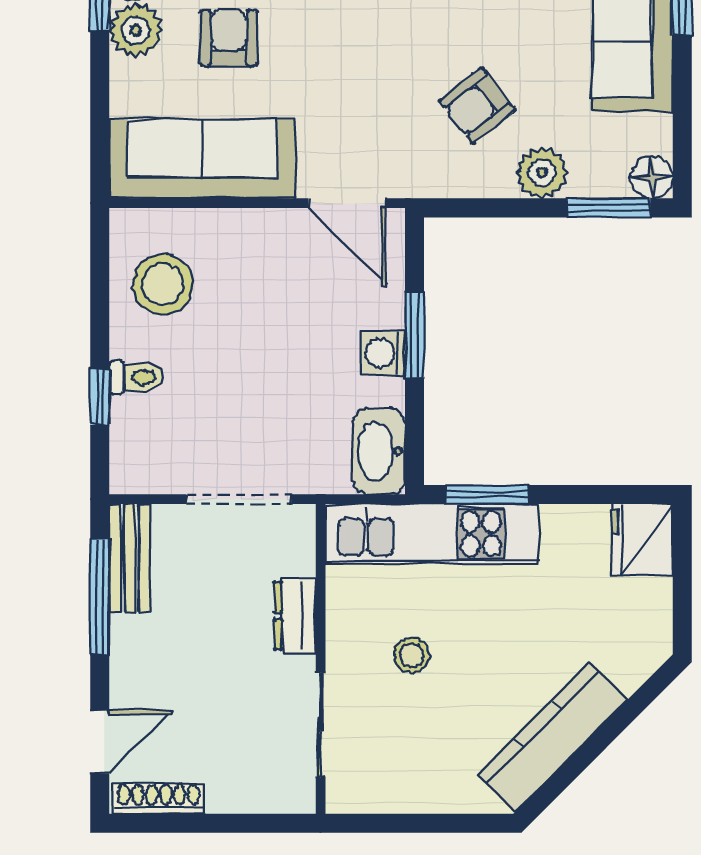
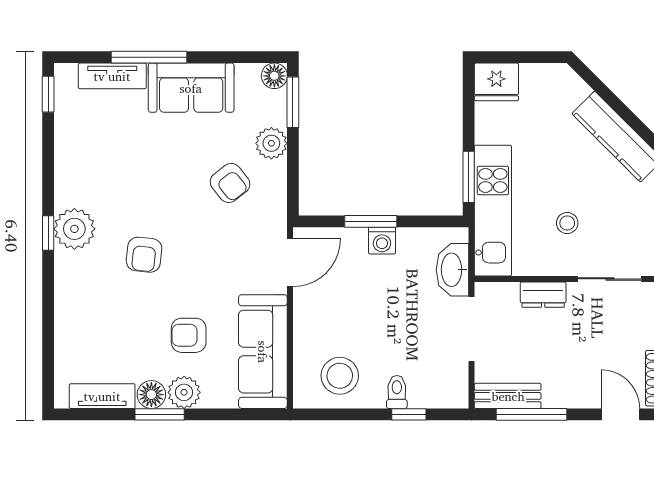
washbasin: (379, 451) -> (452, 270), moved, turned 90

